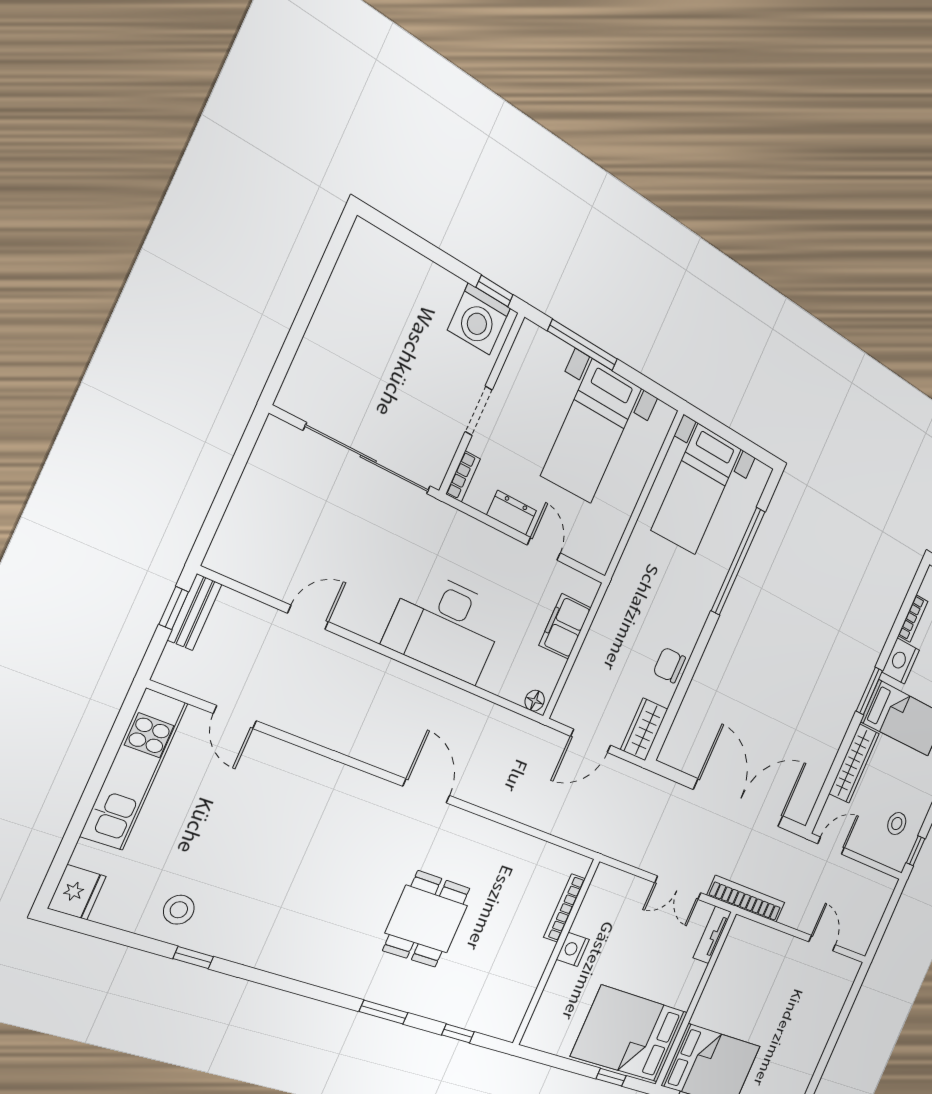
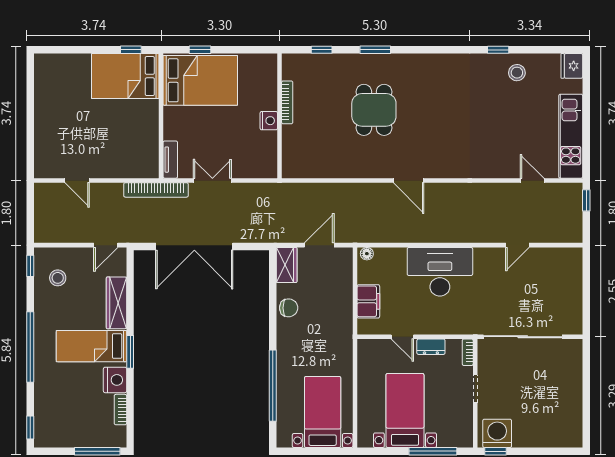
window: (174, 608) -> (586, 200), moved
bench: (195, 612) -> (575, 224), removed
bookcase: (564, 908) -> (287, 102), moved

